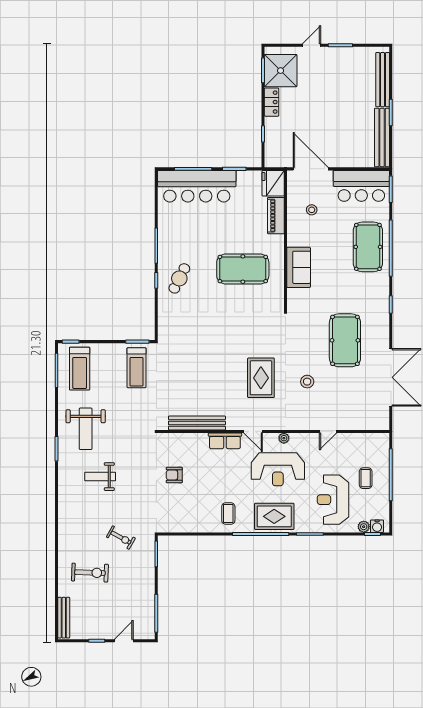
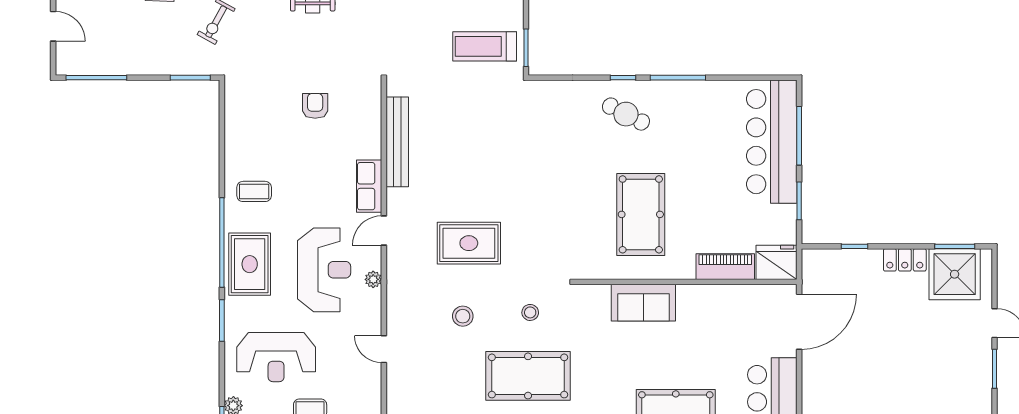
stool: (312, 210) -> (530, 312), moved
reception desk: (278, 469) -> (324, 270), turned 180
reception desk: (333, 500) -> (276, 357), turned 180

